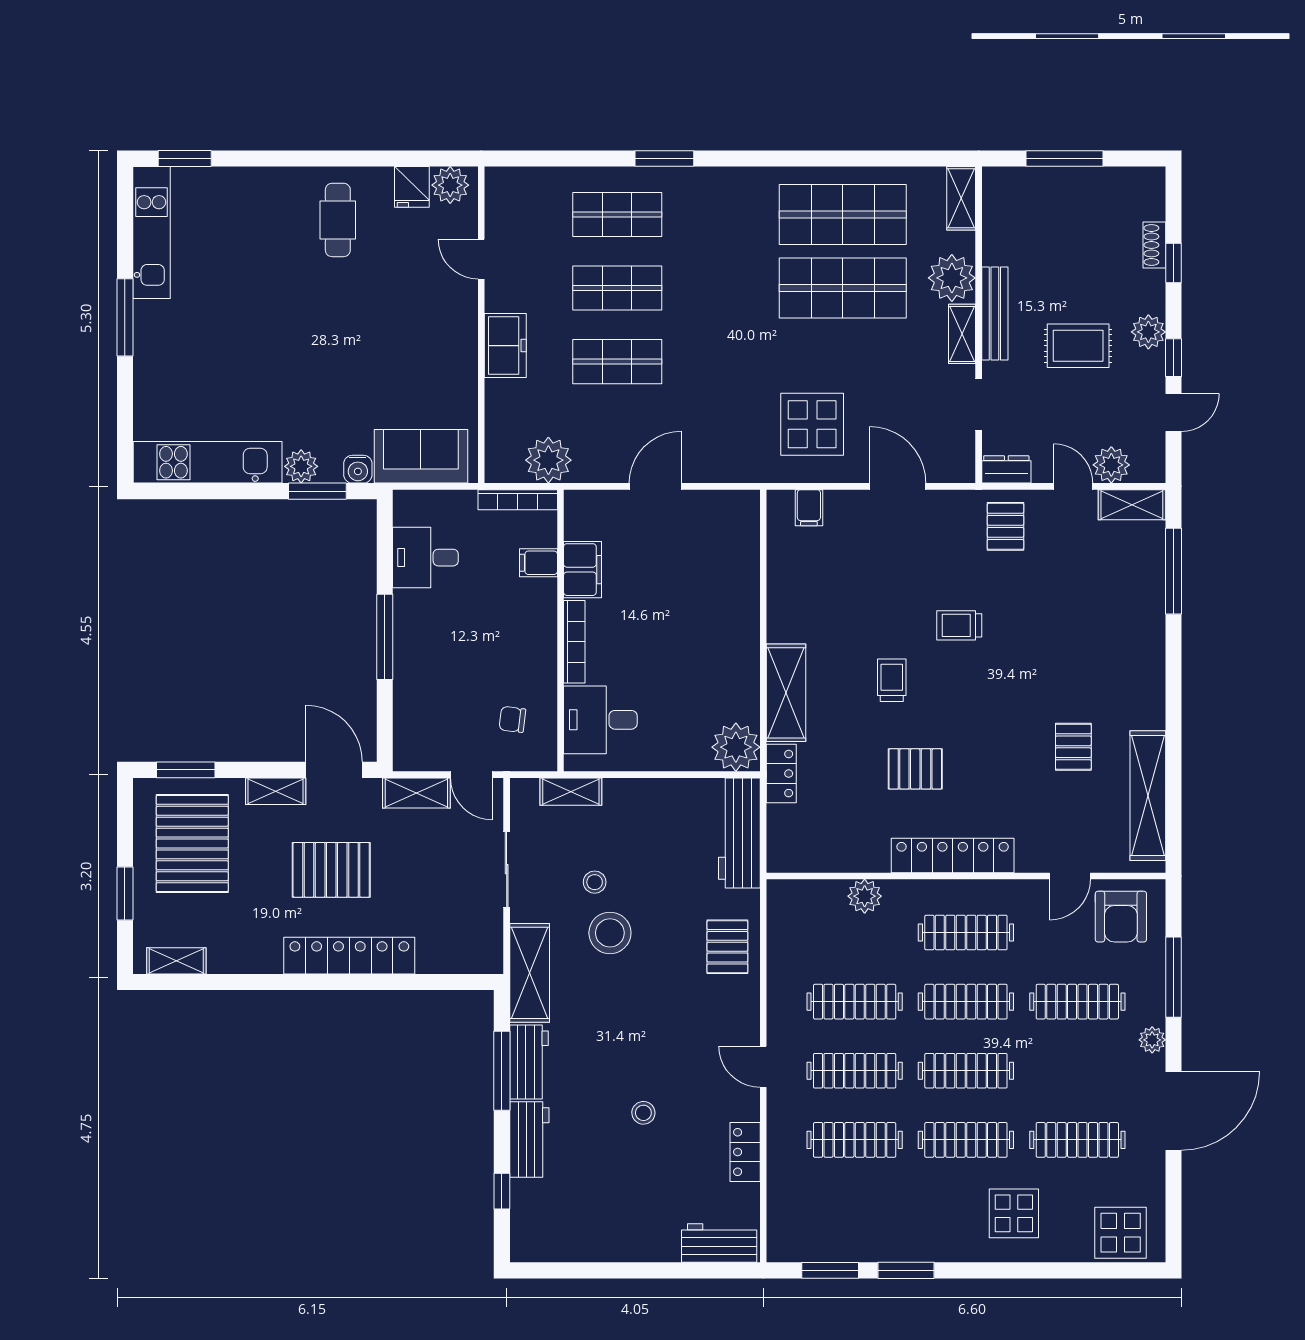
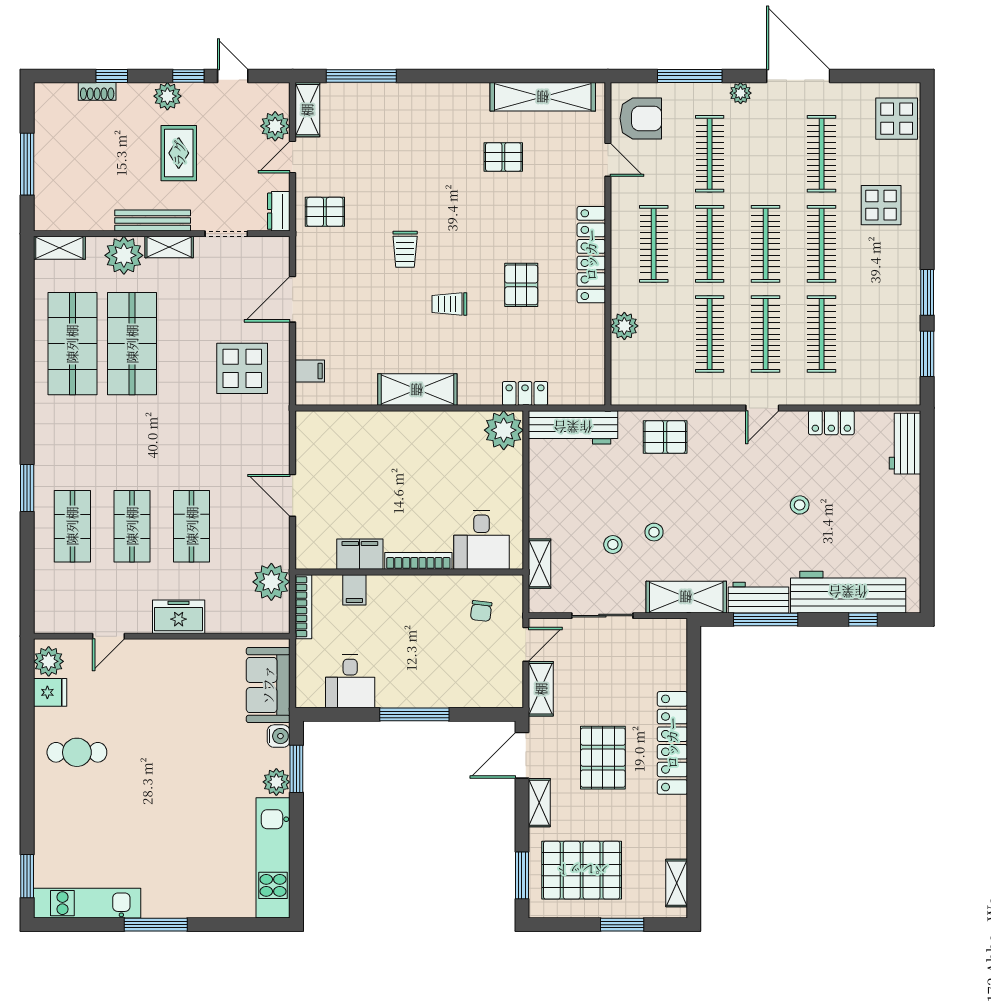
shelving: (786, 693) -> (417, 390), moved
stool: (610, 933) -> (654, 532), width x0.53, depth x0.53
workbench: (529, 1140) -> (848, 592), width x1.88, depth x1.32

